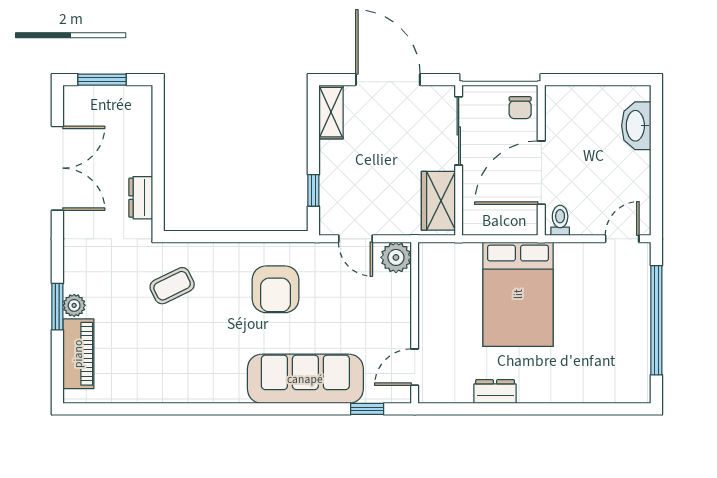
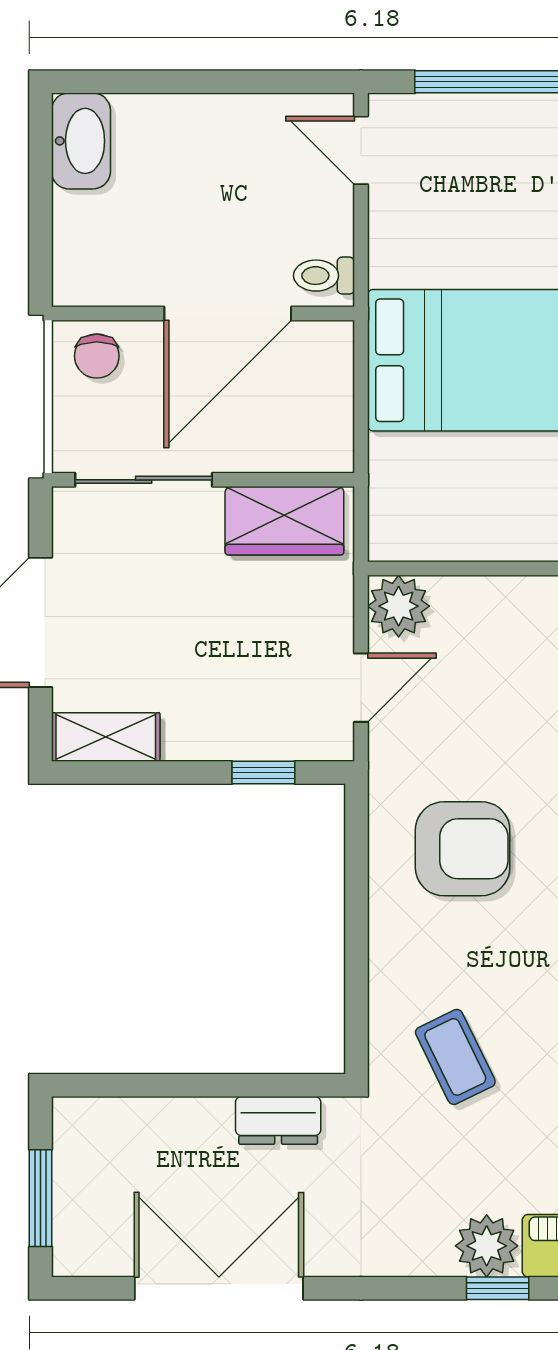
chair: (520, 108) -> (97, 356), turned 90
washbasin: (636, 126) -> (81, 141), moved, turned -90
door: (541, 173) -> (228, 313), hinge flipped
plant: (74, 305) -> (487, 1246), width x1.38, depth x1.38
window: (57, 307) -> (498, 1288), width x0.67

